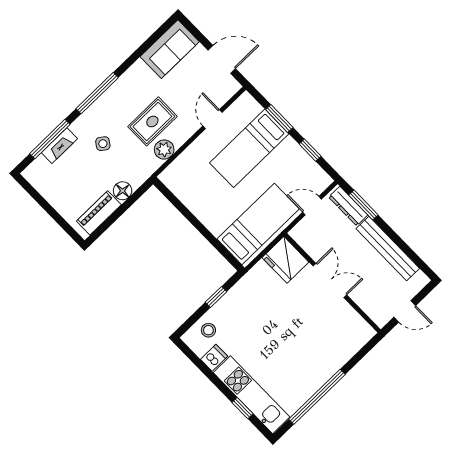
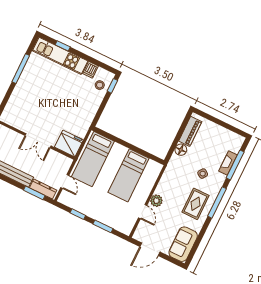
rug: (152, 121) -> (195, 204), moved
bed: (249, 148) -> (129, 175), moved, turned 180
plant: (164, 150) -> (156, 201), moved
door: (312, 206) -> (65, 181), hinge flipped
window: (216, 297) -> (112, 86), moved
window: (317, 397) -> (21, 69), width x0.68

